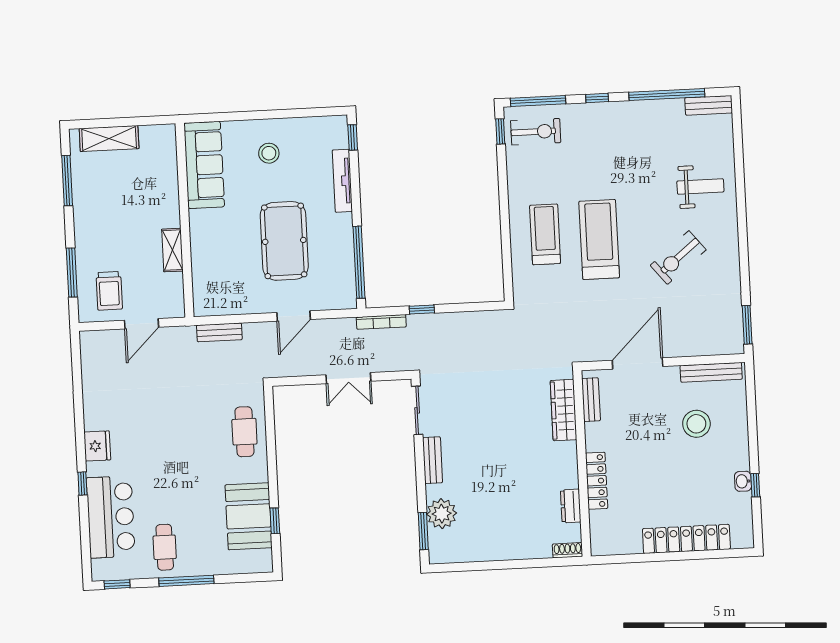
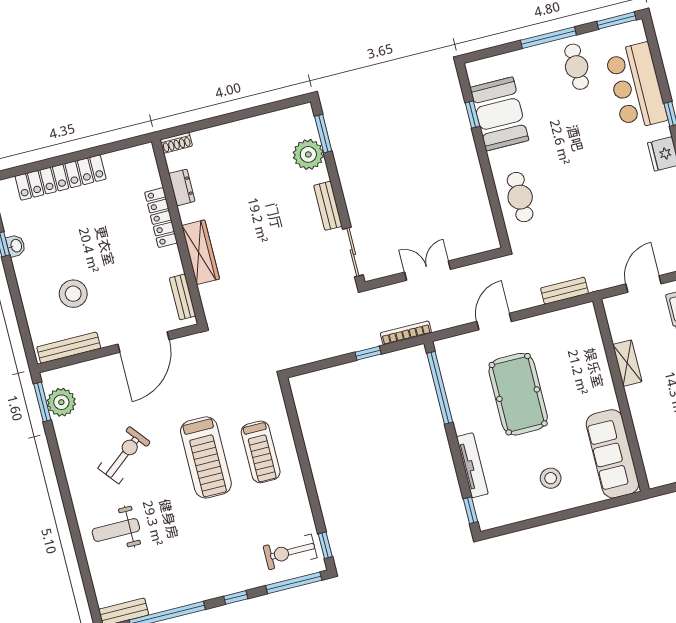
plant: (729, 321) -> (61, 402), added
wardrobe: (563, 410) -> (201, 252), moved
window: (117, 584) -> (617, 21), width x1.50

